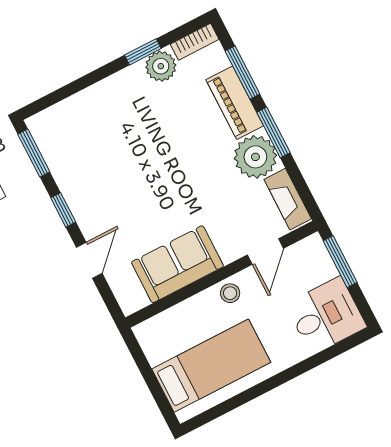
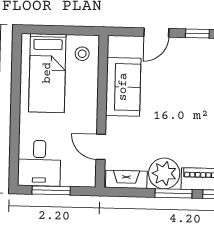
door: (89, 260) -> (156, 32), hinge flipped
window: (340, 262) -> (51, 190), moved
stool: (230, 293) -> (82, 54), moved

